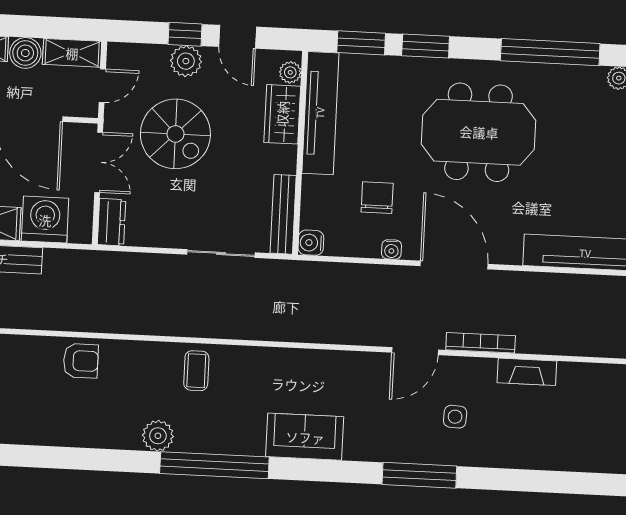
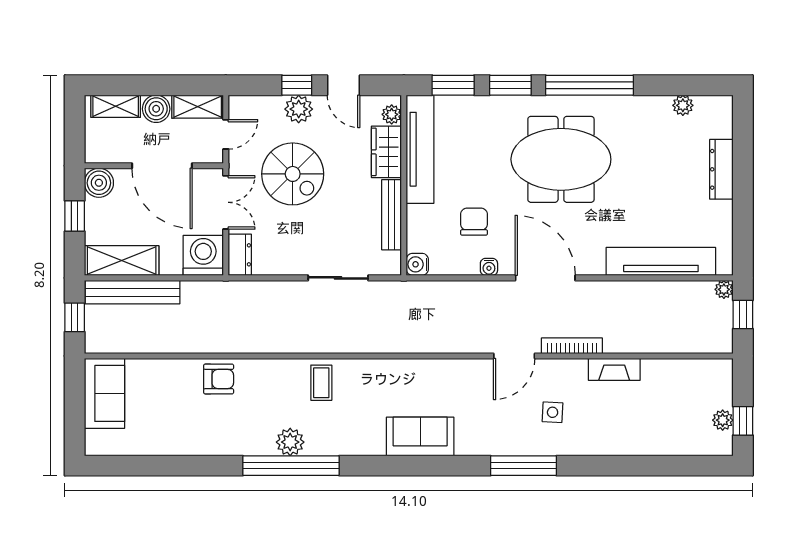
window: (550, 52) -> (589, 85), moved
bench: (283, 214) -> (392, 215), moved
washing machine: (45, 220) -> (203, 255), moved
window: (214, 465) -> (291, 466), moved

